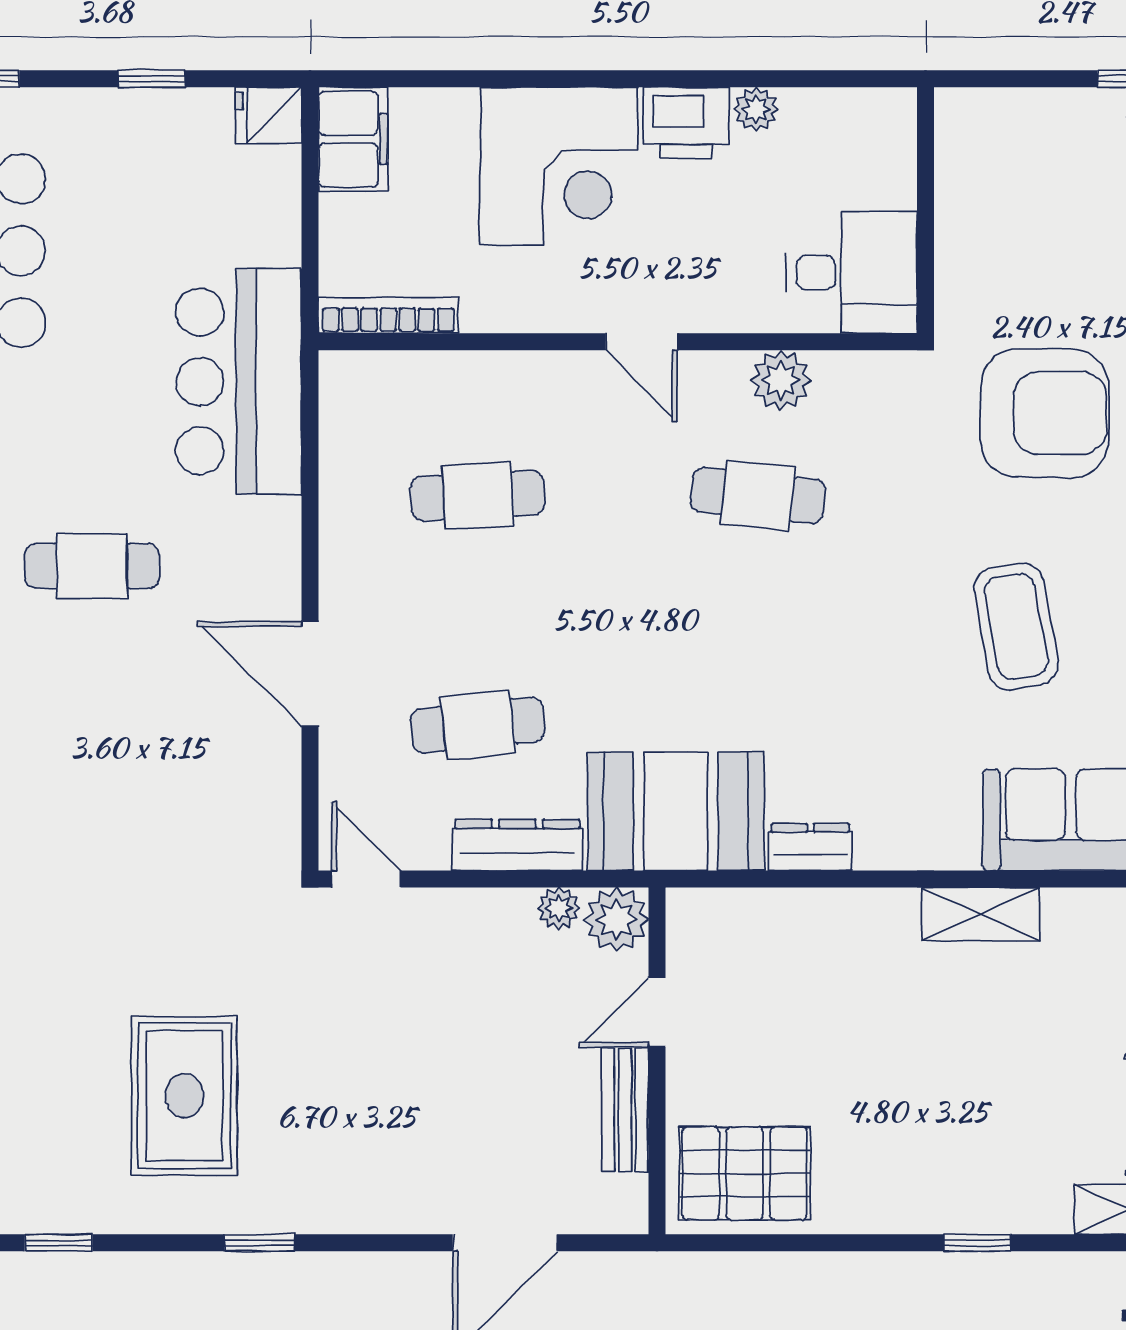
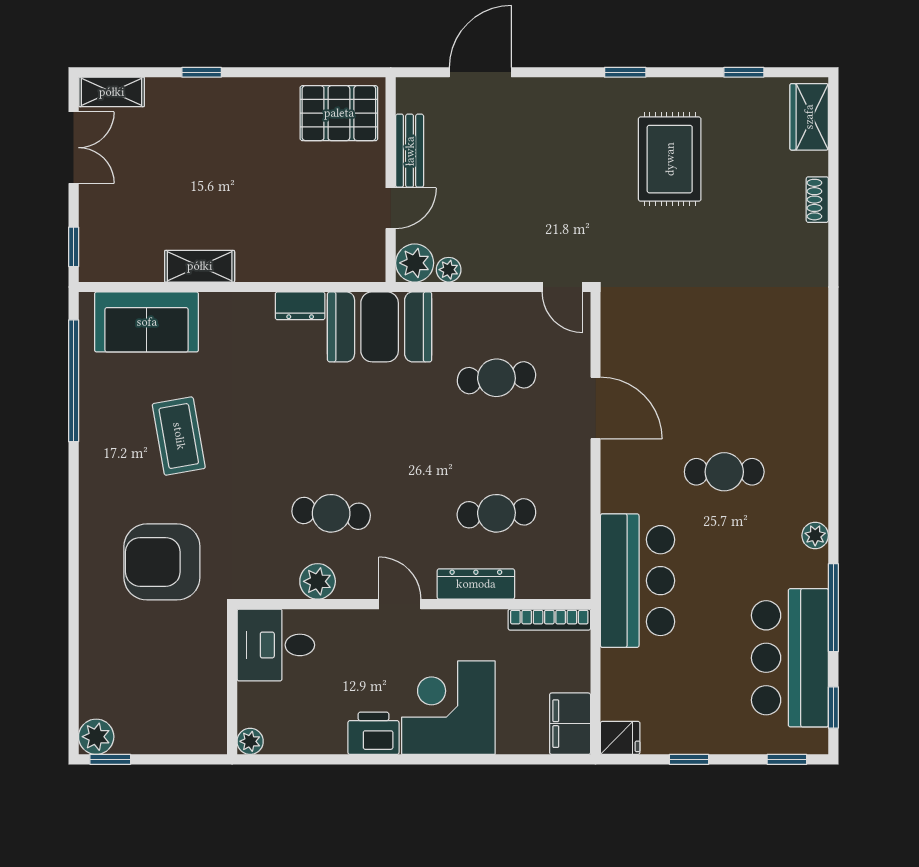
plant: (756, 109) -> (250, 741), moved
dresser: (517, 845) -> (476, 584), moved, turned 180

